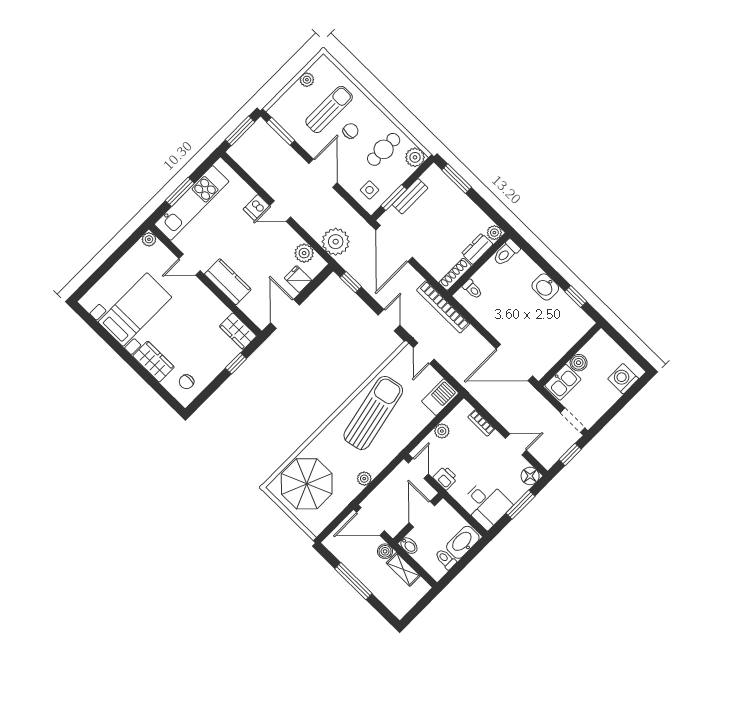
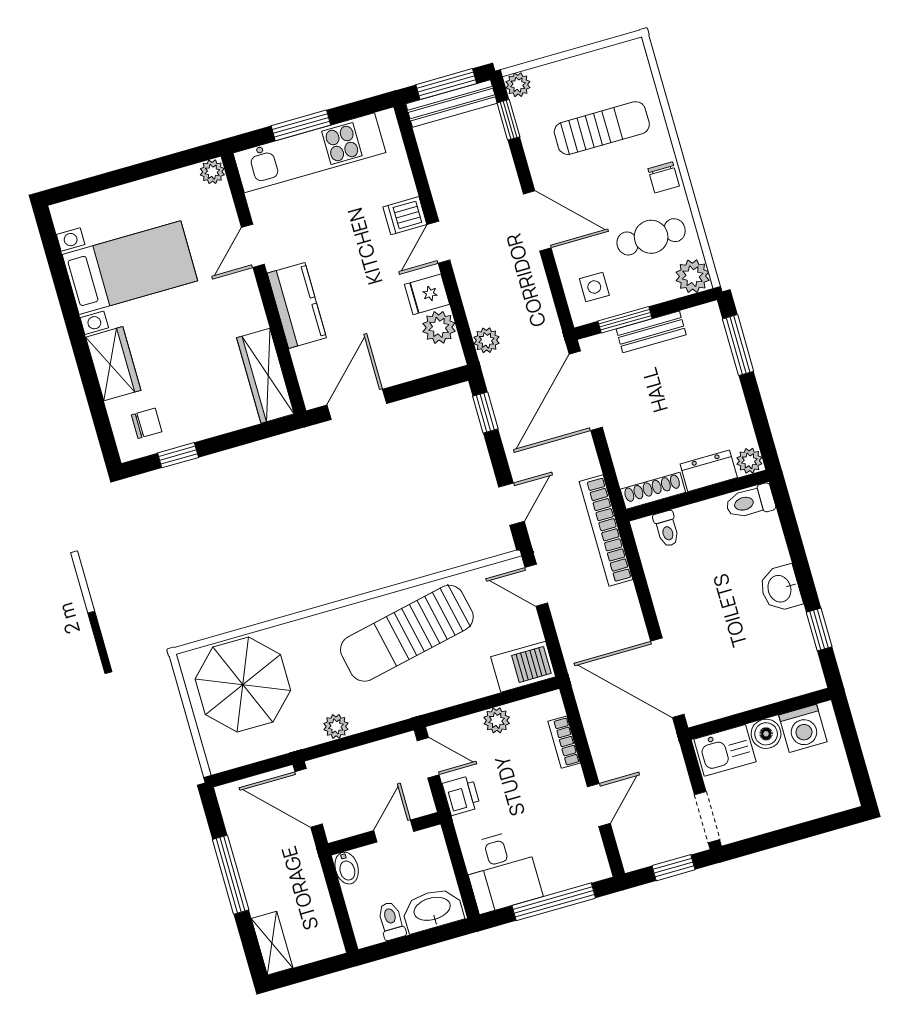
plant: (307, 80) -> (518, 85), moved
window: (281, 131) -> (508, 120), width x0.67
chair: (351, 131) -> (664, 177), moved, turned 90
bench: (248, 139) -> (451, 104), added
door: (323, 173) -> (537, 221), hinge flipped
door: (280, 211) -> (439, 242), hinge flipped
plant: (336, 242) -> (486, 340), width x0.53, depth x0.53
door: (190, 265) -> (253, 246), hinge flipped
fridge: (298, 279) -> (427, 294), moved, turned -90
wardrobe: (238, 331) -> (265, 376), width x1.50
door: (424, 353) -> (536, 585), hinge flipped
window: (236, 363) -> (178, 455), moved
washing machine: (623, 379) -> (803, 728), moved, turned 180
chair: (186, 382) -> (147, 423), turned 180
sun lounger: (373, 413) -> (407, 633), turned 180
door: (516, 444) -> (599, 805), hinge flipped
door: (418, 468) -> (428, 758), hinge flipped
floor lamp: (530, 476) -> (593, 866), removed
window: (520, 505) -> (554, 902), width x1.44
door: (422, 514) -> (394, 831), width x0.73
boiler: (385, 551) -> (305, 856), removed
shelving: (403, 569) -> (272, 943), moved

